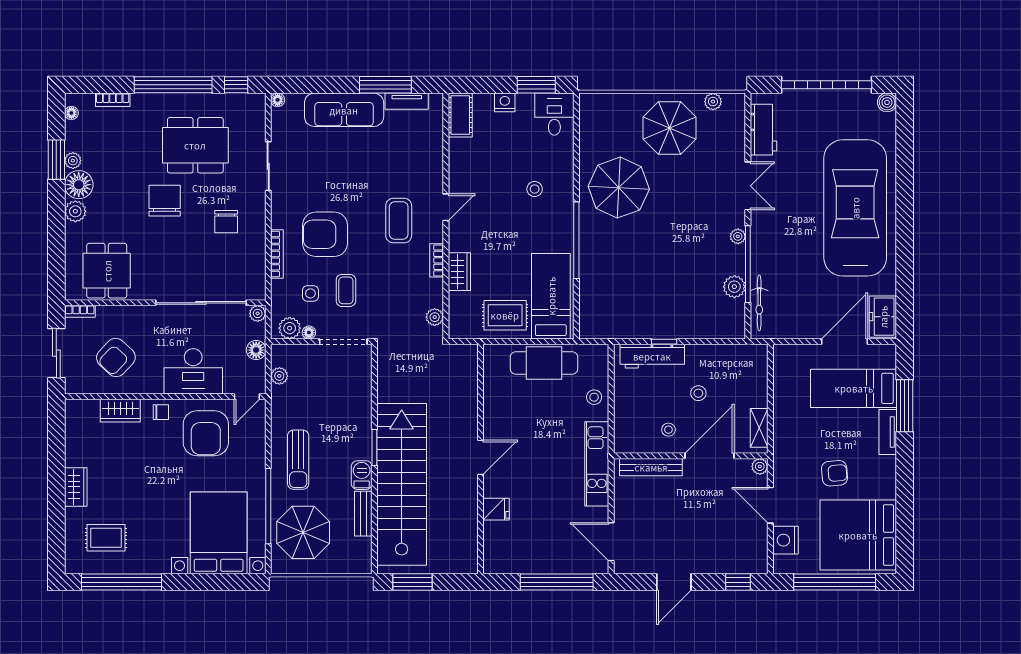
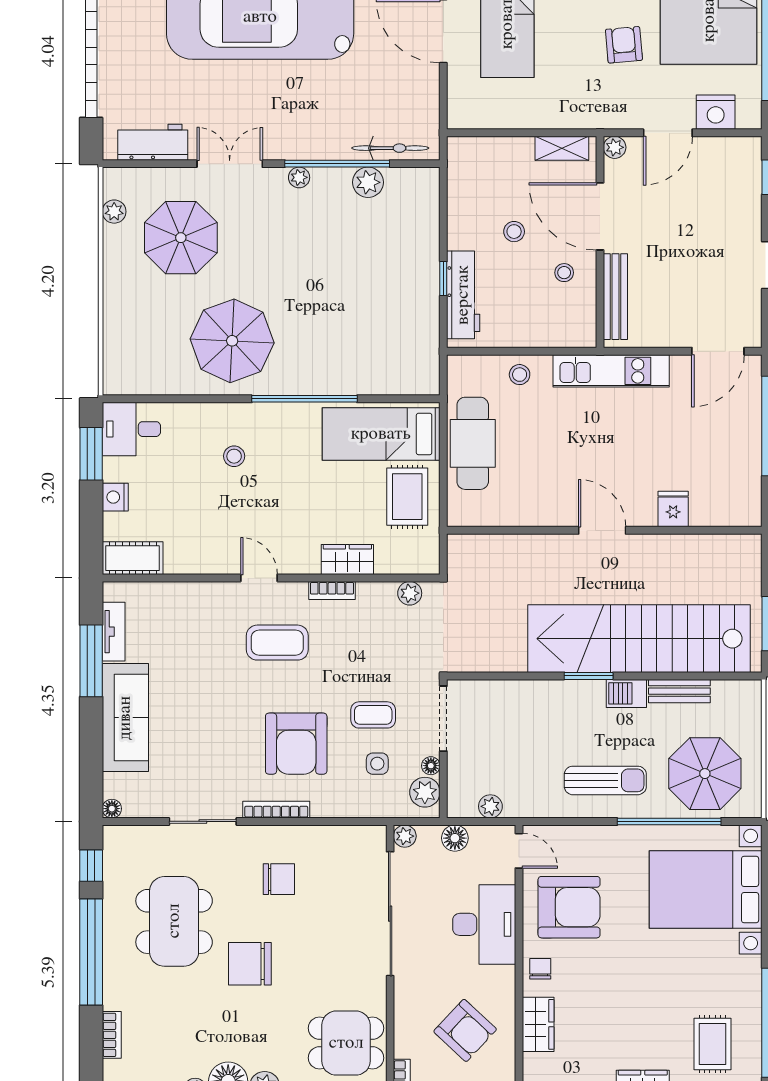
parasol: (669, 128) -> (181, 238), moved
bookcase: (277, 254) -> (276, 810), moved

